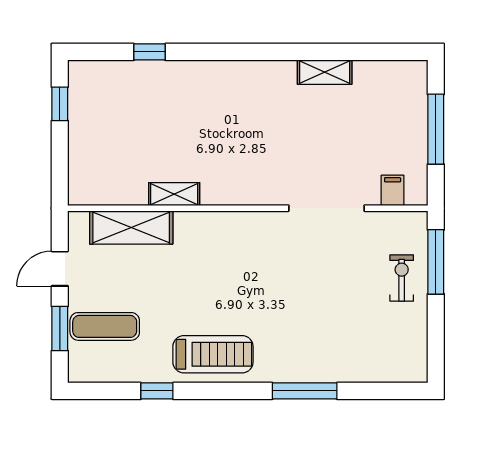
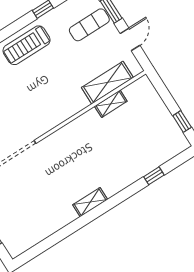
shelving: (325, 72) -> (90, 202), moved
shelving: (174, 194) -> (111, 104), moved

